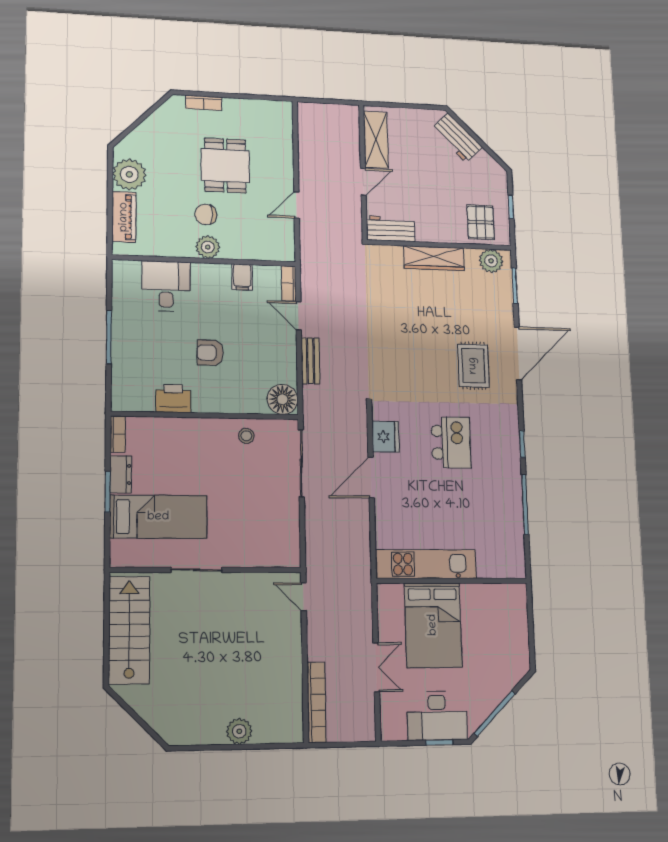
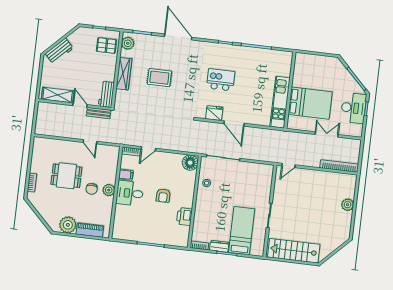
desk: (166, 286) -> (130, 193), moved
bench: (310, 361) -> (99, 113), moved
rug: (473, 366) -> (159, 78), moved

